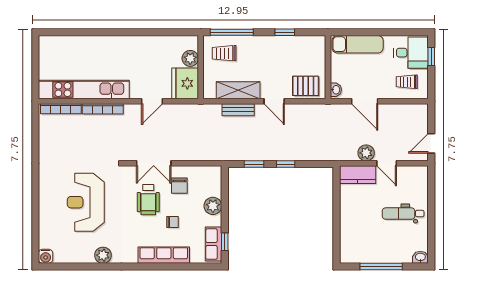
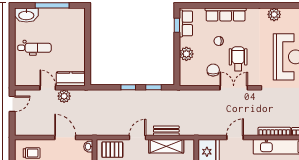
door: (274, 101) -> (138, 137), hinge flipped
washbasin: (420, 257) -> (26, 15), width x1.91, depth x1.45

